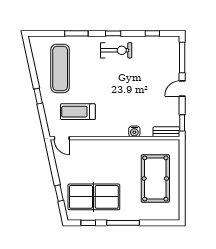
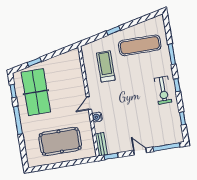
door: (62, 138) -> (89, 103), moved

